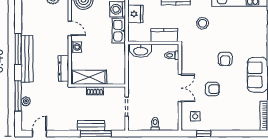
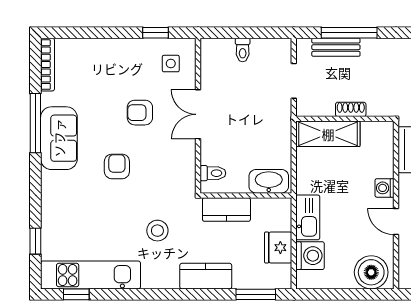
shelving: (89, 77) -> (328, 134), moved
bench: (91, 125) -> (336, 47), moved

